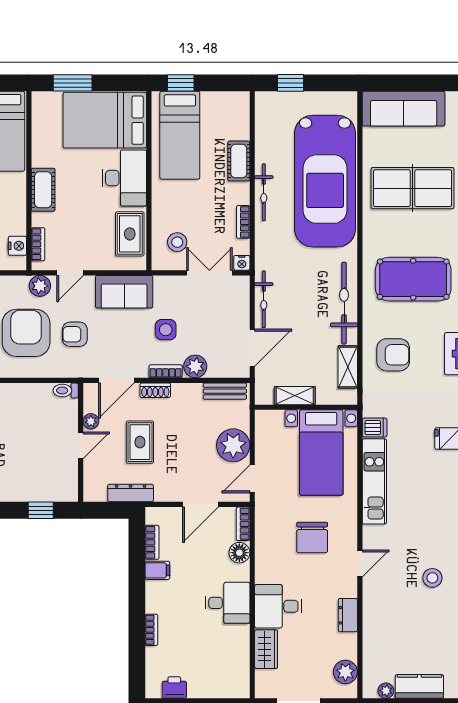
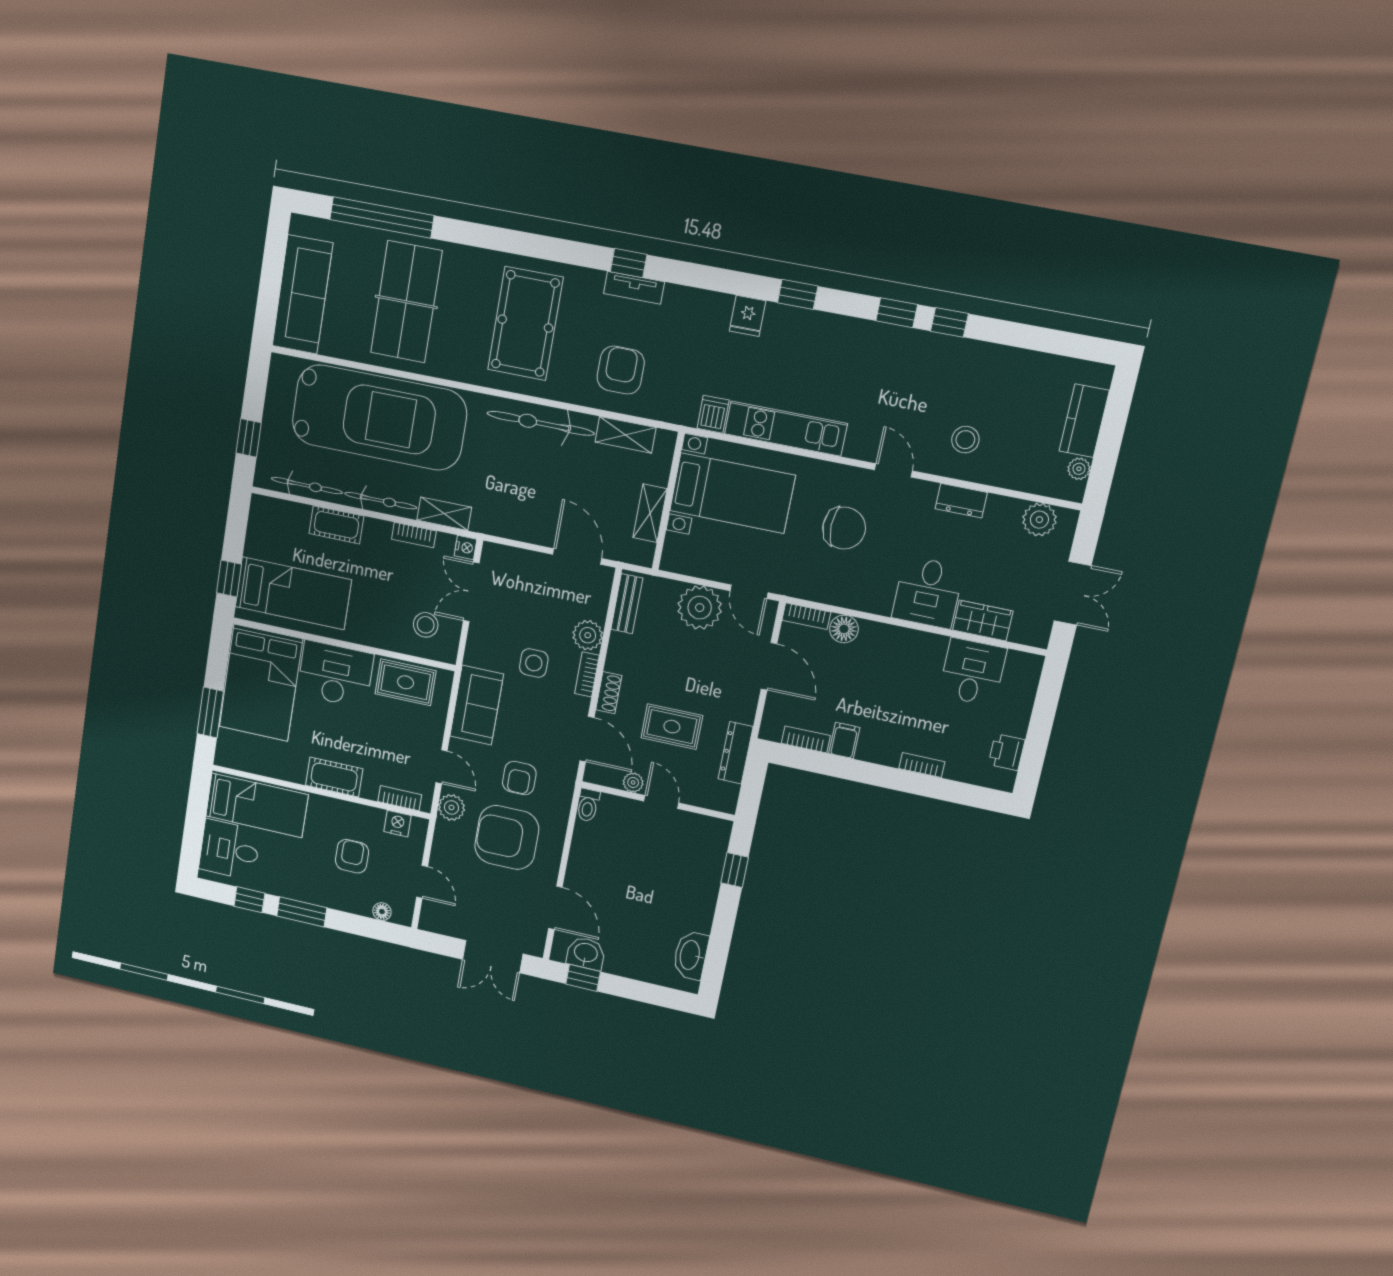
shelving: (264, 242) -> (444, 514), added
bicycle: (264, 299) -> (307, 486), moved
stool: (432, 578) -> (965, 440), moved
desk: (228, 603) -> (972, 672), moved

